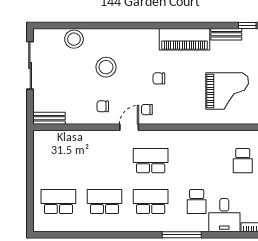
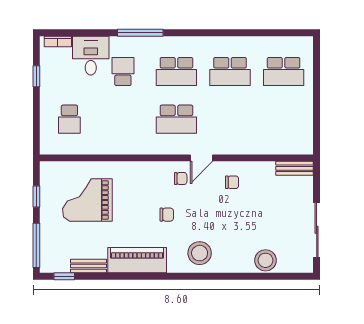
stool: (106, 67) -> (200, 253), moved
school desk: (243, 161) -> (69, 119), turned 180

